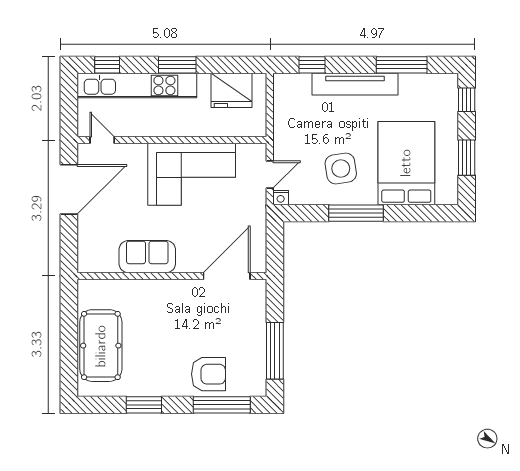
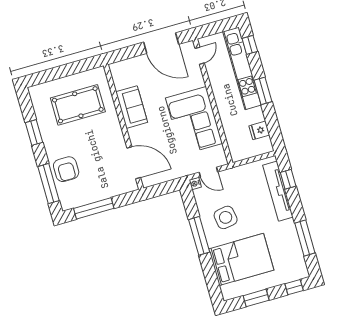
tv unit: (355, 84) -> (278, 191), moved
fridge: (232, 90) -> (259, 130), width x0.53, depth x0.75
pool table: (101, 346) -> (78, 105), moved

